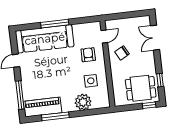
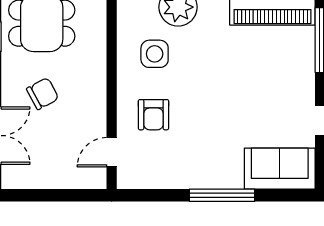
sofa: (45, 39) -> (280, 169), width x0.54, depth x0.79
chair: (122, 53) -> (43, 94), moved

